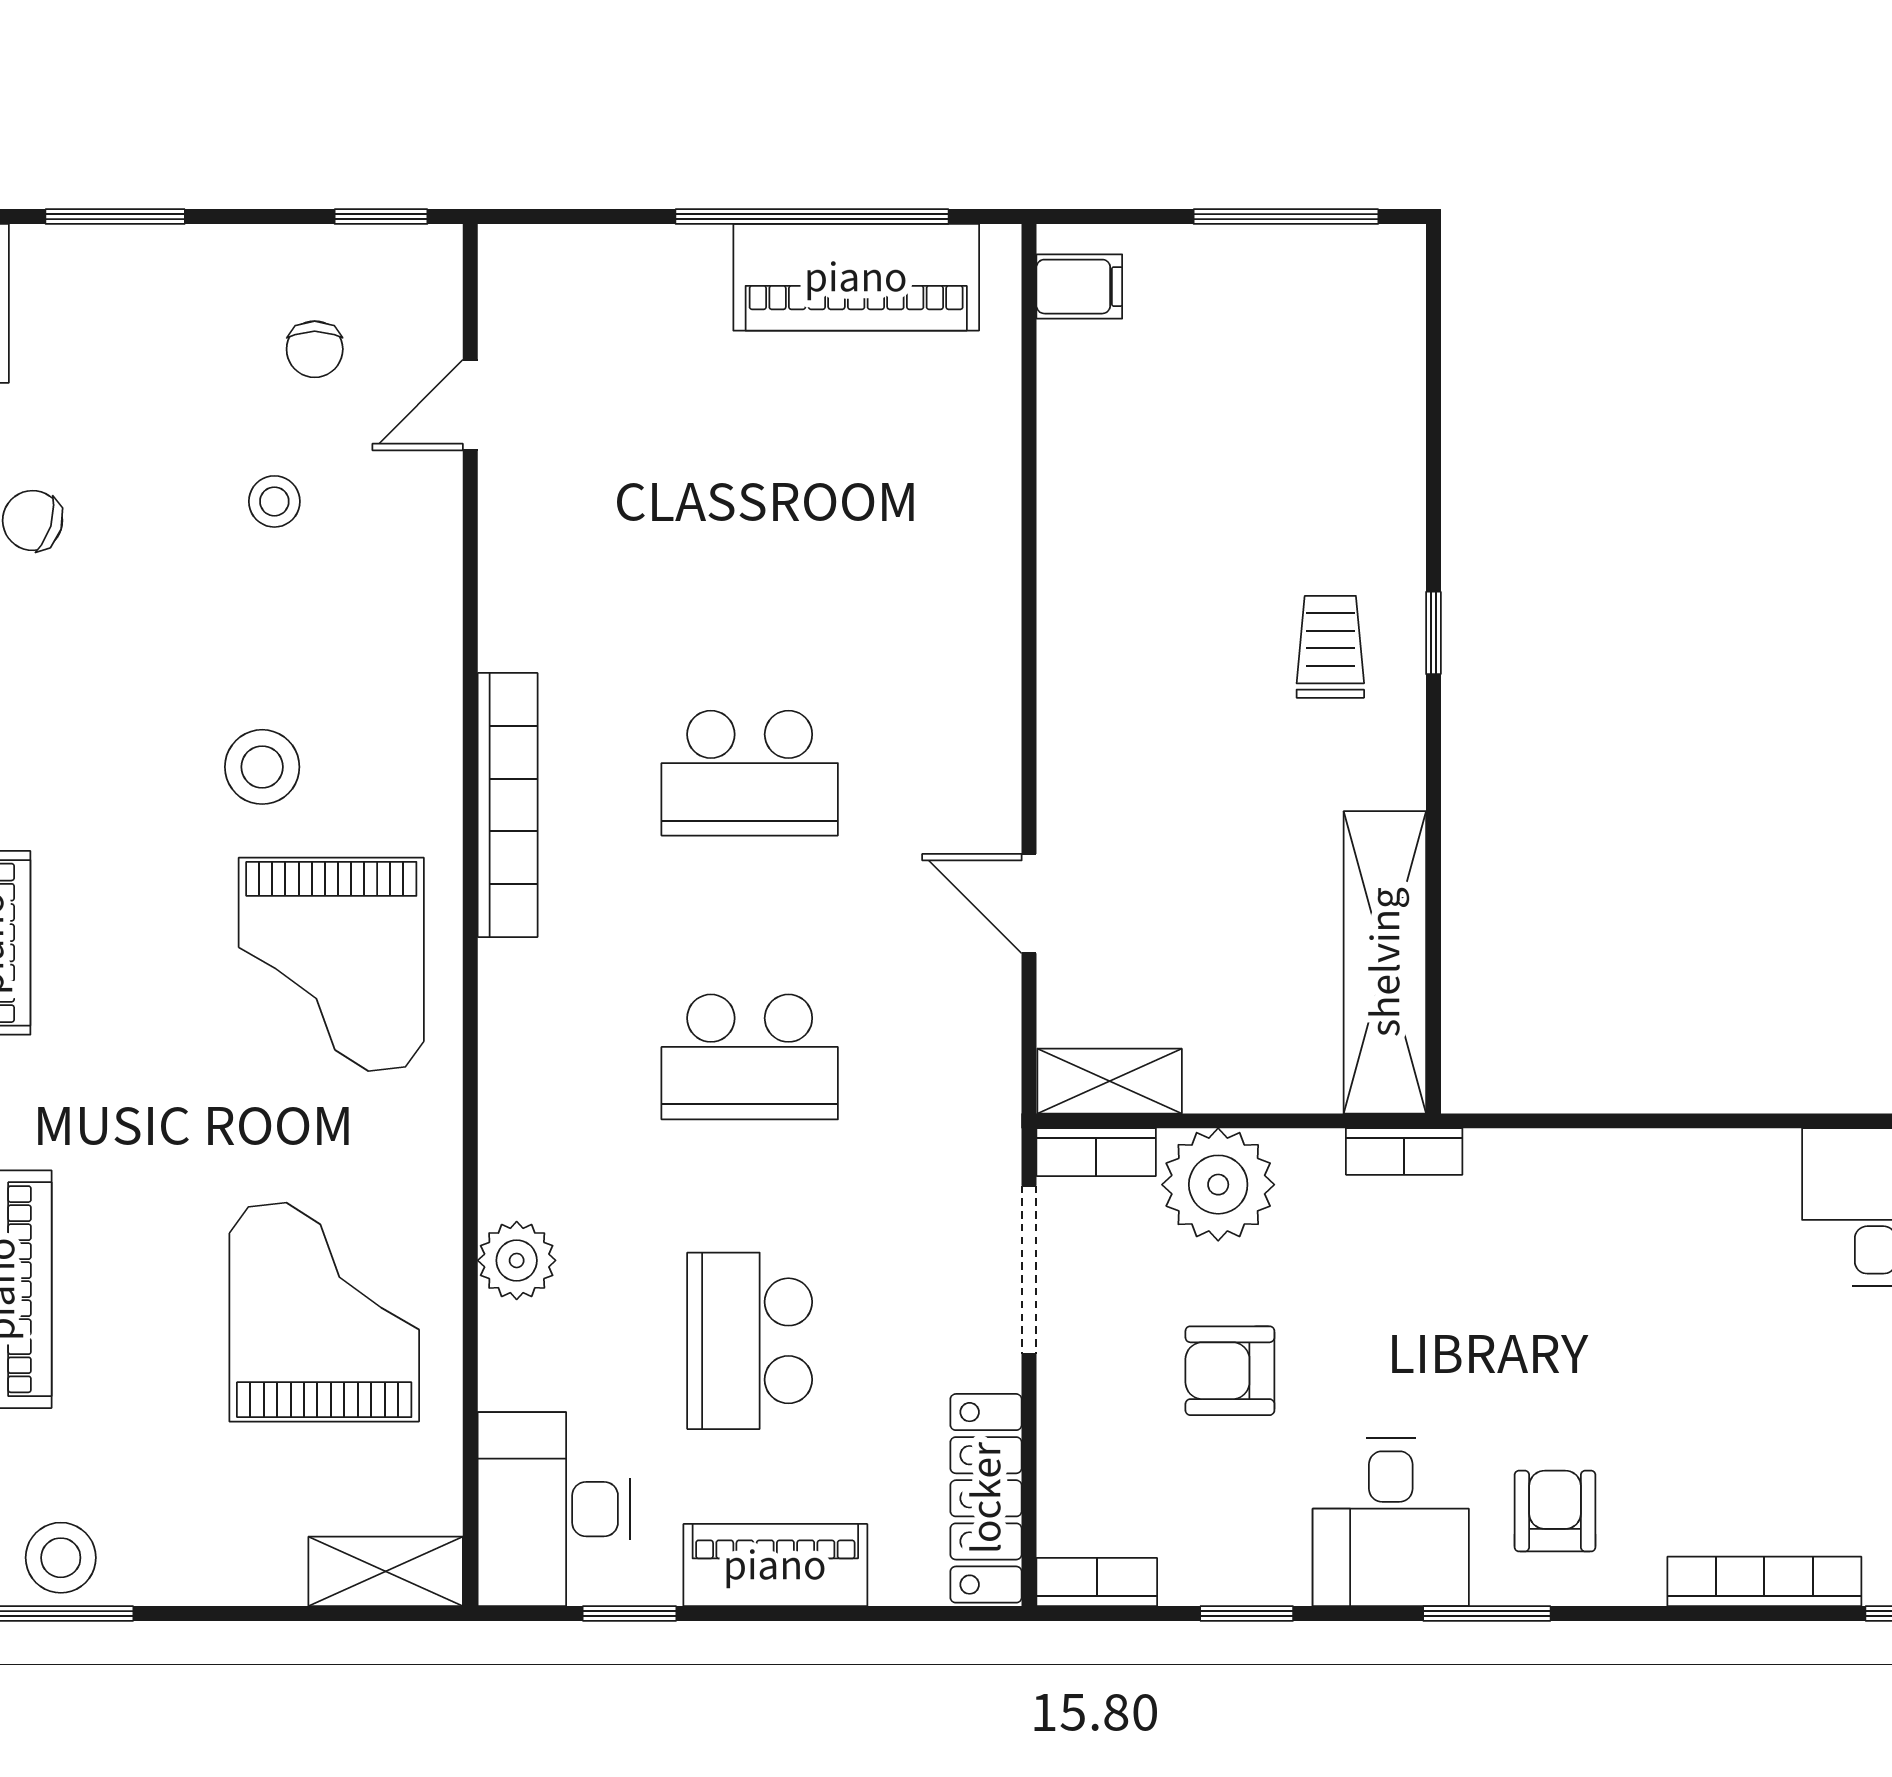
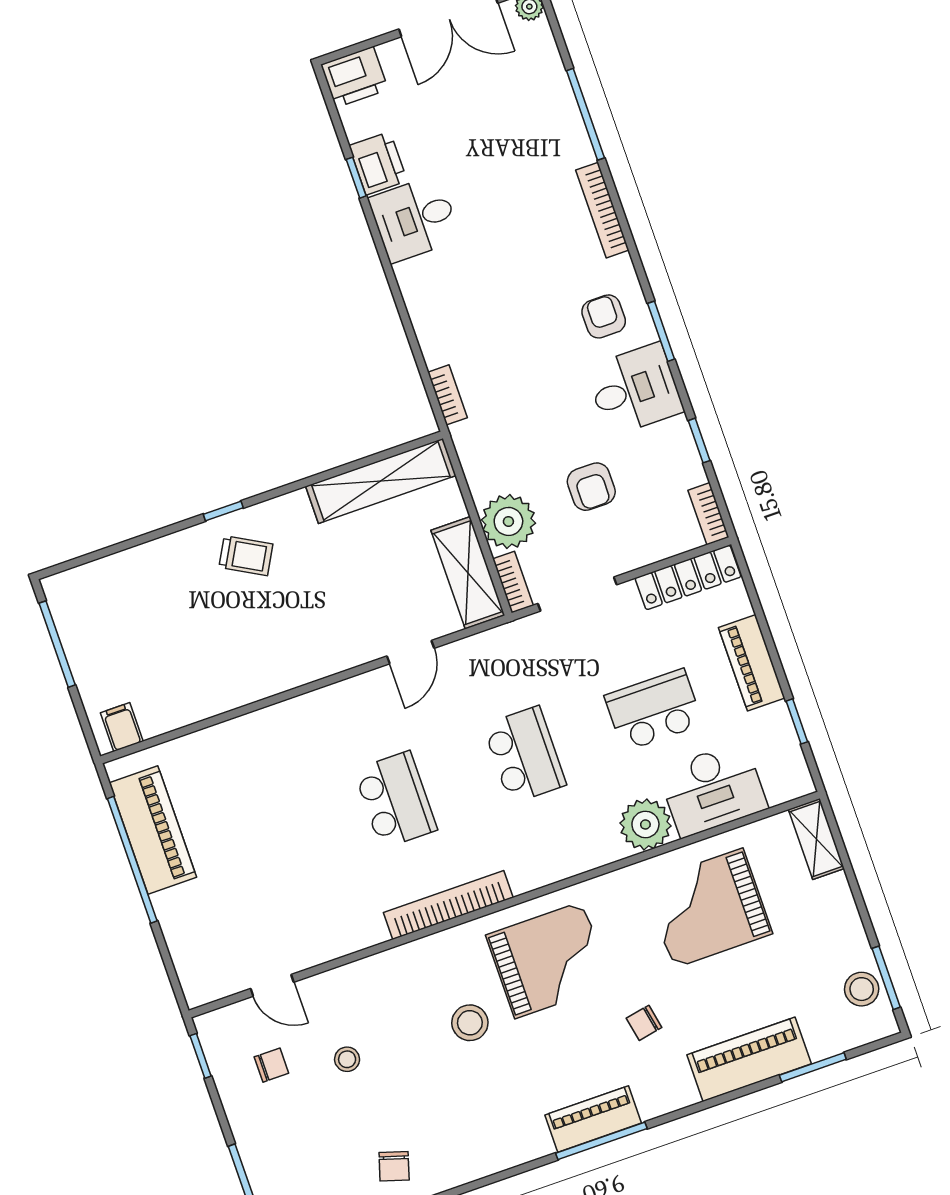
trolley: (1330, 647) -> (246, 556), turned -151
shelving: (1110, 1081) -> (468, 573), width x1.50, depth x1.33
chair: (143, 1108) -> (644, 1023), added
bookcase: (1404, 1152) -> (447, 395), moved
plant: (517, 1260) -> (645, 824), width x1.36, depth x1.36
school desk: (750, 1341) -> (654, 710), turned 180
desk: (554, 1509) -> (713, 789), moved
armchair: (1555, 1511) -> (604, 316), turned 90

